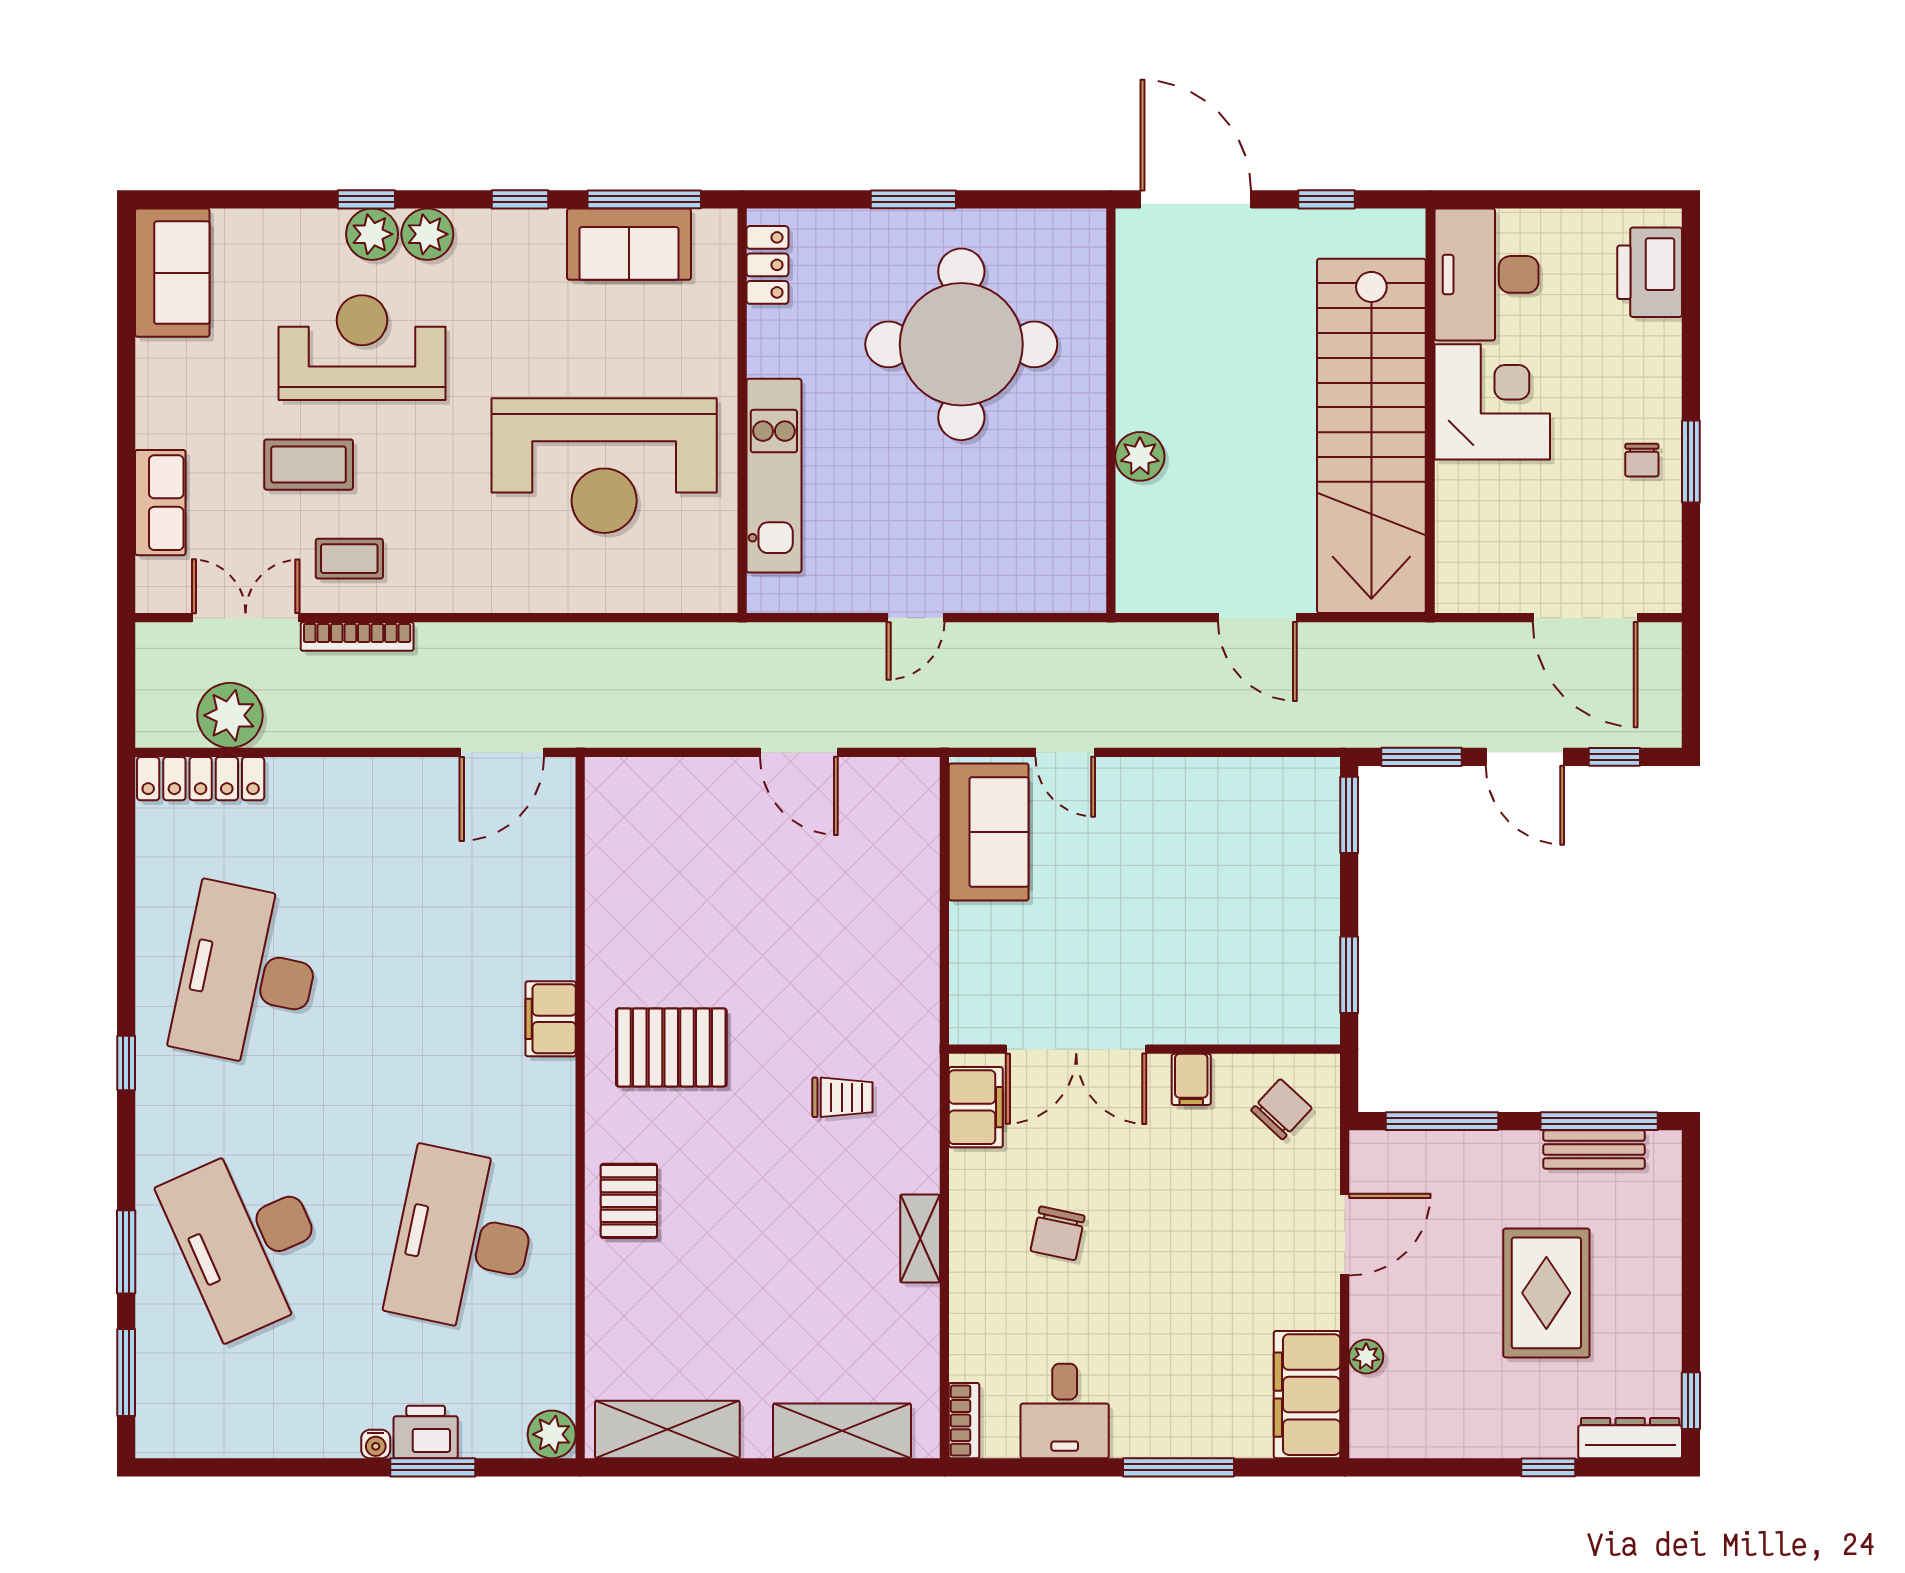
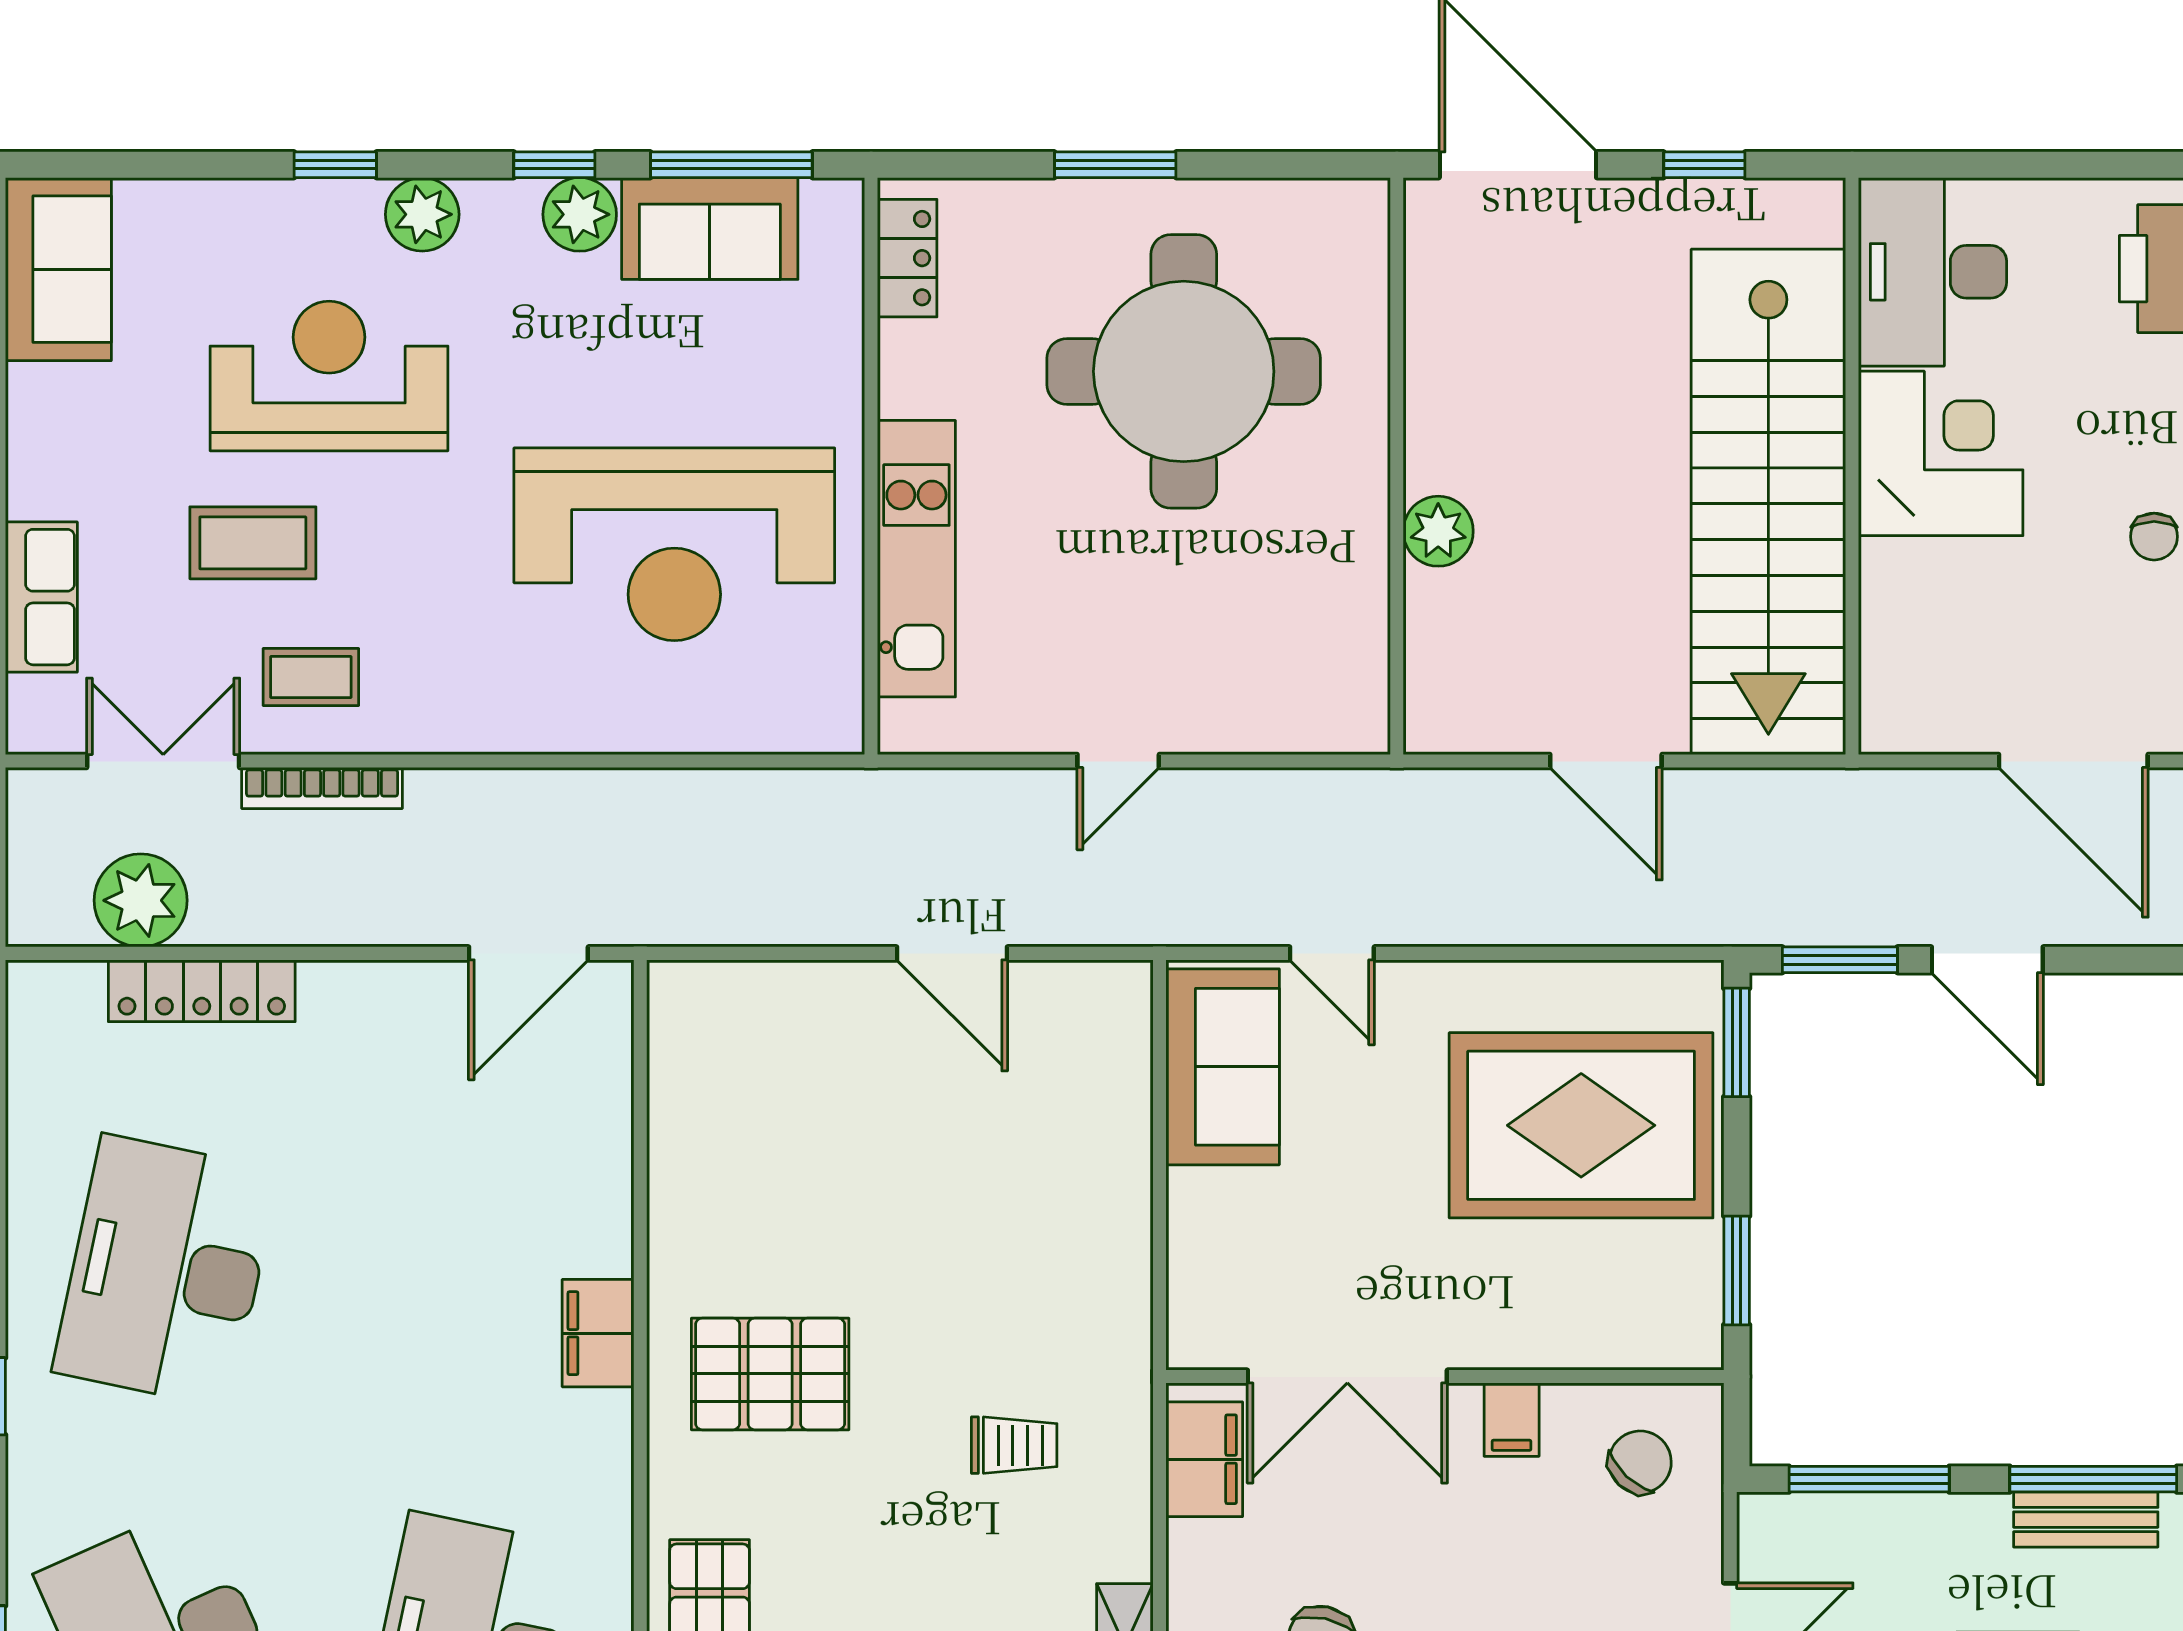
plant: (372, 234) -> (580, 214), moved
window: (1614, 757) -> (2115, 960), removed
locker: (201, 779) -> (202, 991), moved
rug: (1240, 873) -> (1581, 1125), added

